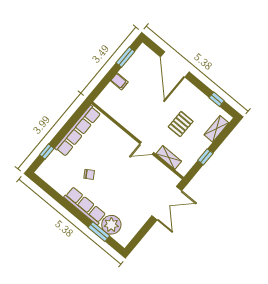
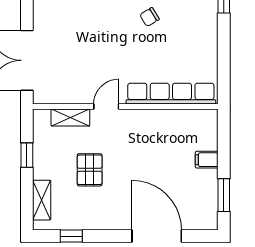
row of seats: (78, 131) -> (171, 94), moved, turned 90

